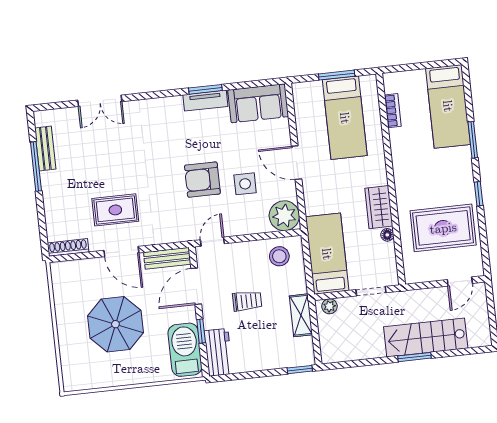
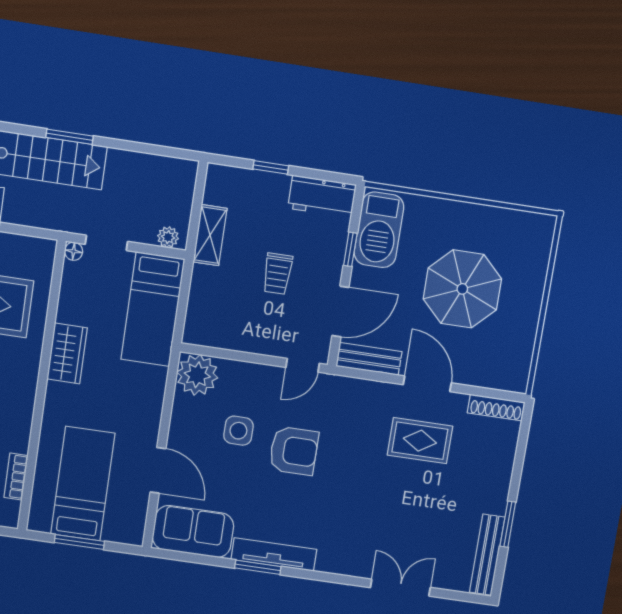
tv unit: (205, 101) -> (274, 554), width x1.41
bench: (45, 148) -> (487, 555), width x1.36
door: (297, 163) -> (158, 470), moved
window: (36, 166) -> (508, 524), width x0.69
floor lamp: (387, 235) -> (74, 251), moved
stool: (279, 256) -> (218, 322), removed
trolley: (247, 301) -> (278, 274), turned -90
workbench: (218, 352) -> (322, 197), moved, turned -90
window: (300, 370) -> (271, 167), moved

